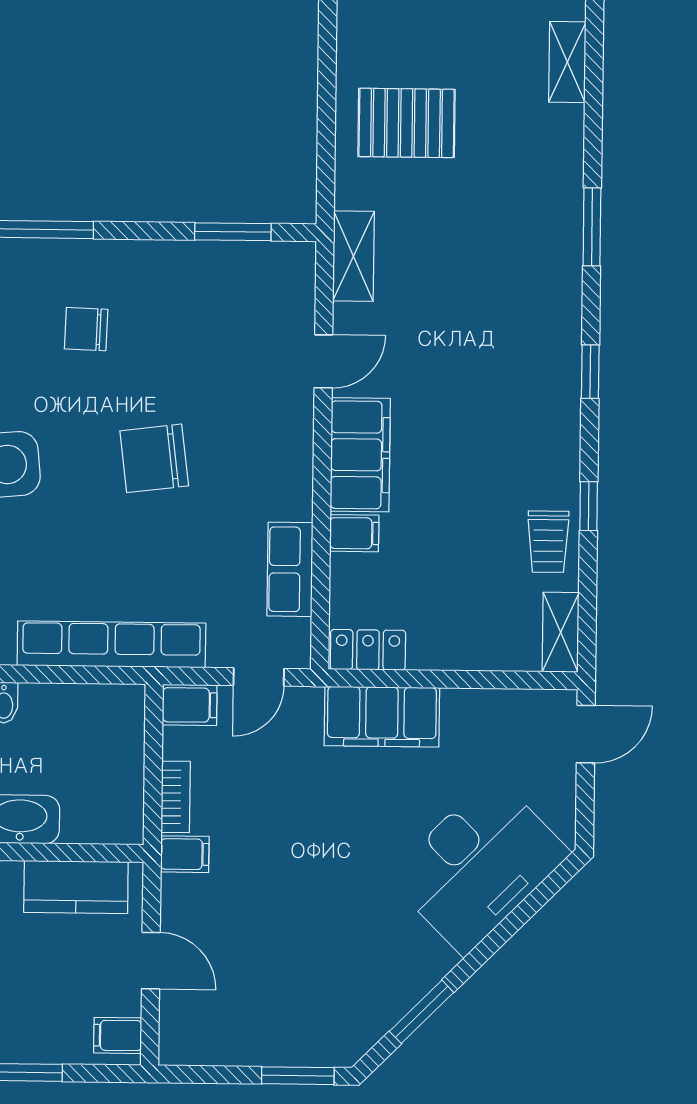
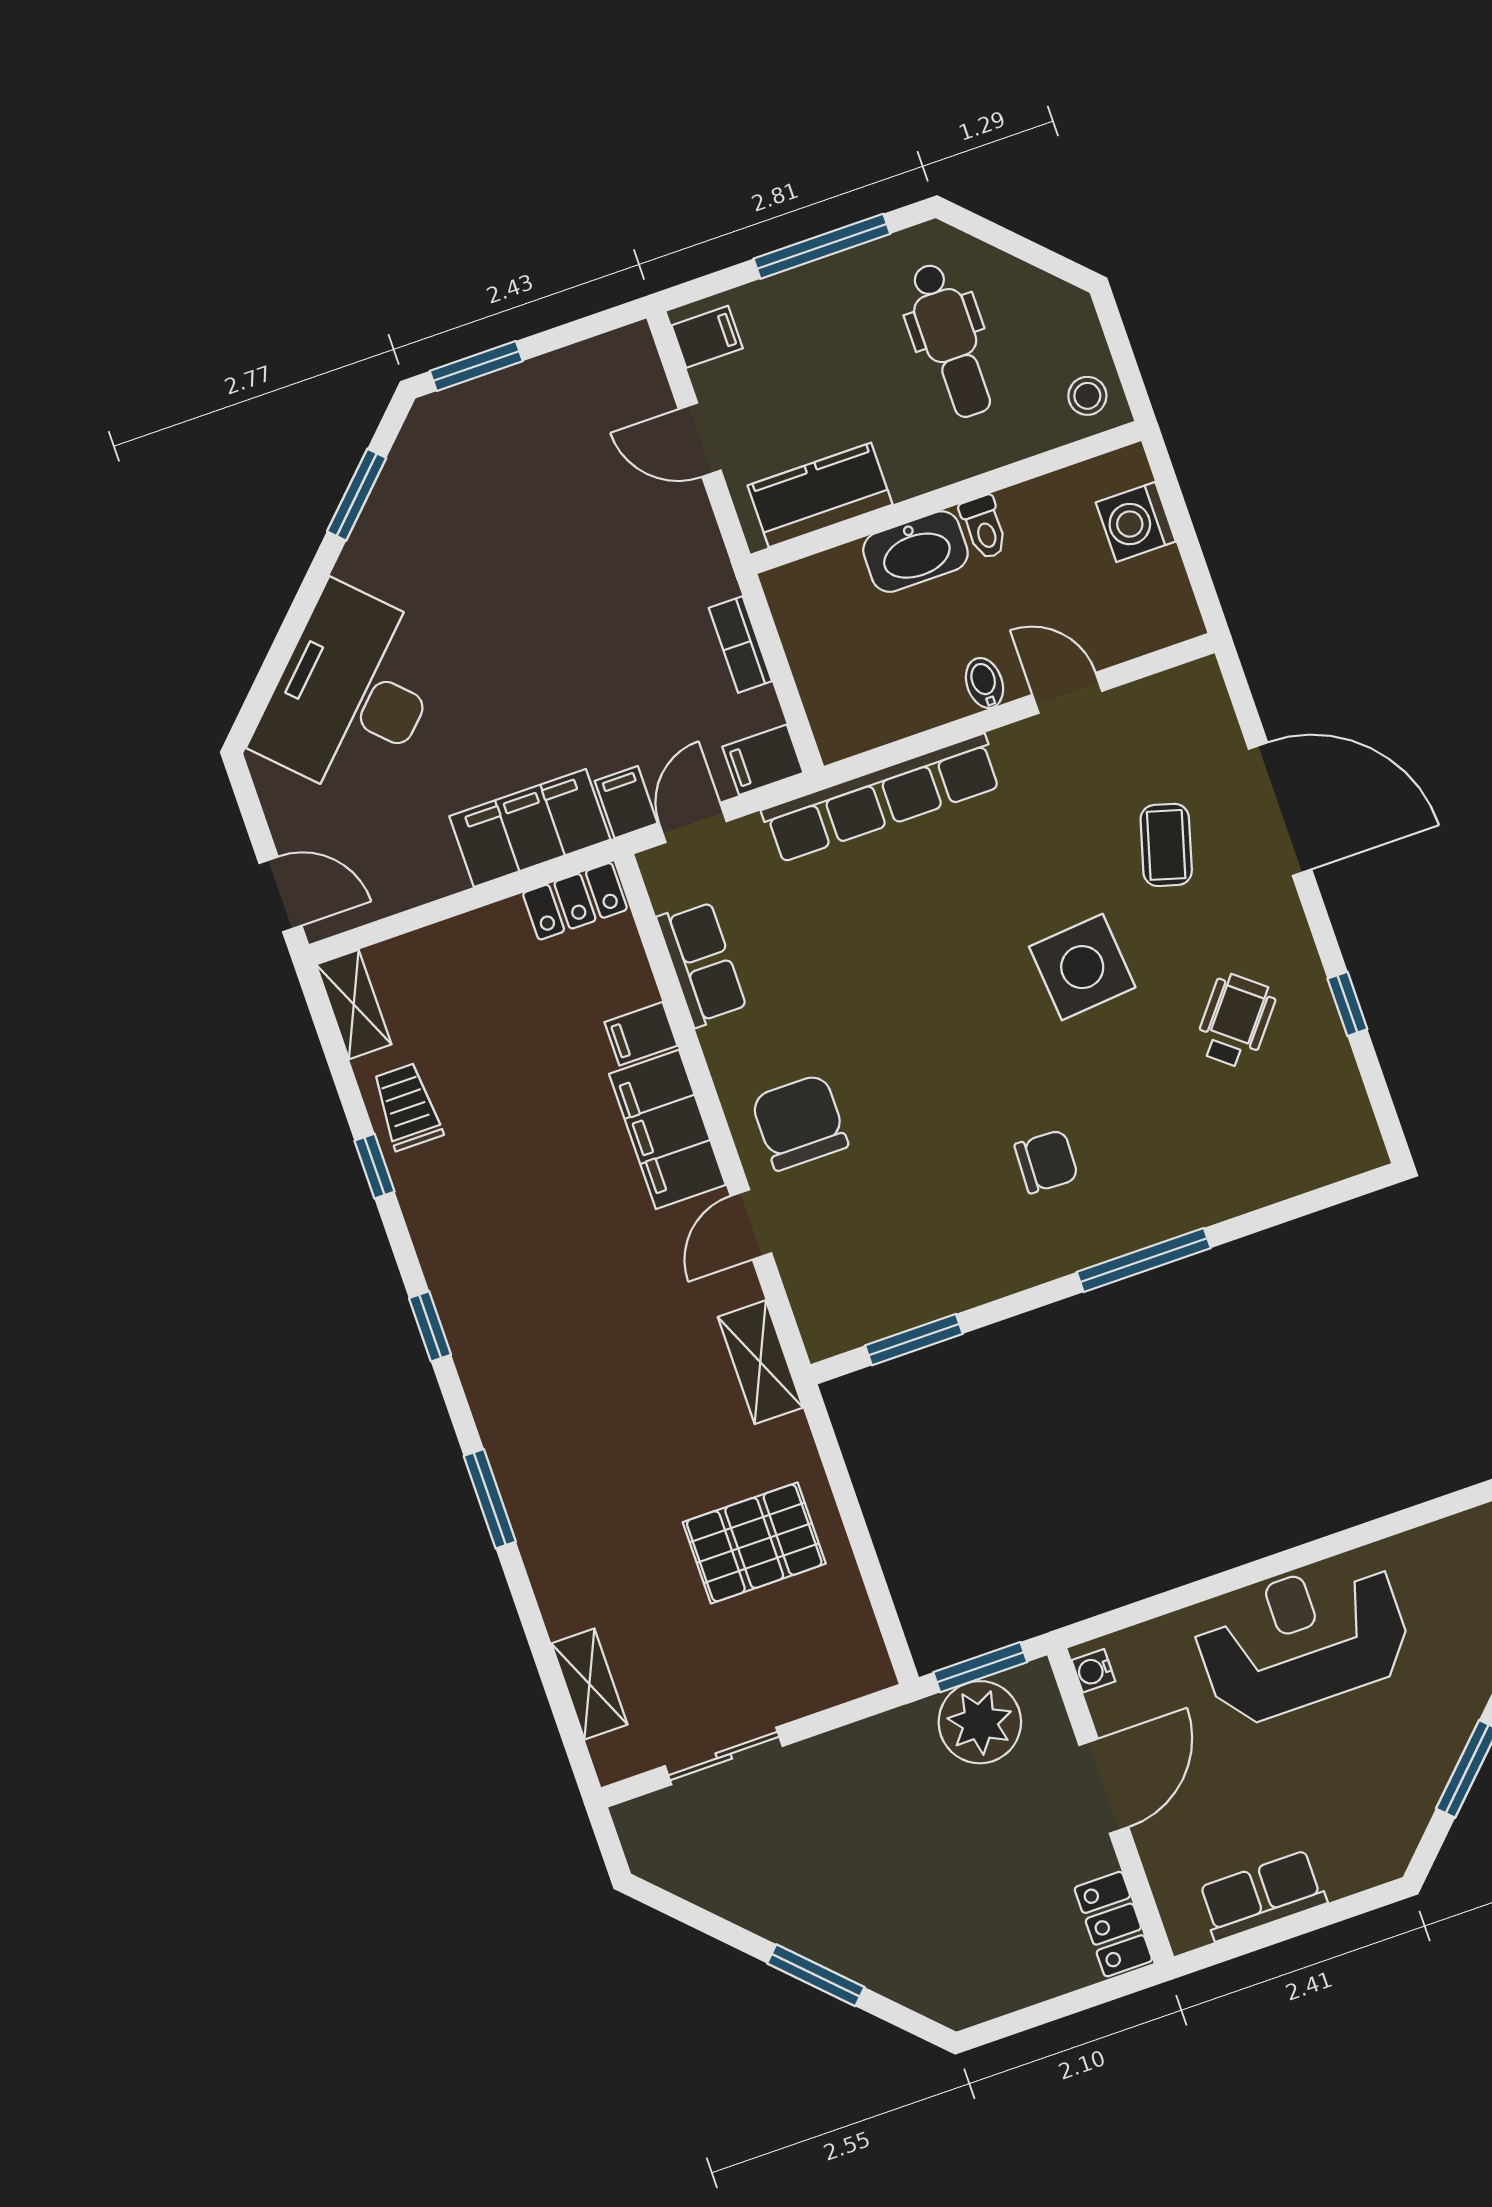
chair: (154, 458) -> (800, 1122), moved, turned -83
door: (586, 734) -> (280, 894), swing flipped
filing cabinet: (185, 854) -> (626, 802), moved, turned 90

